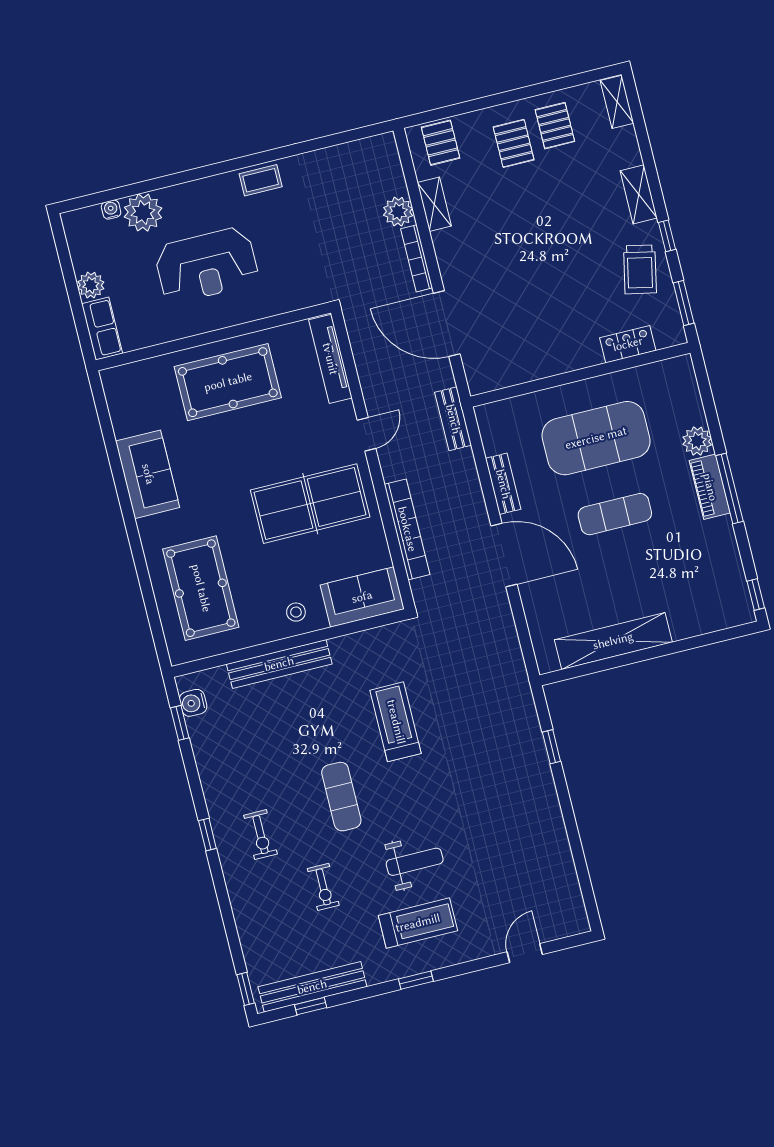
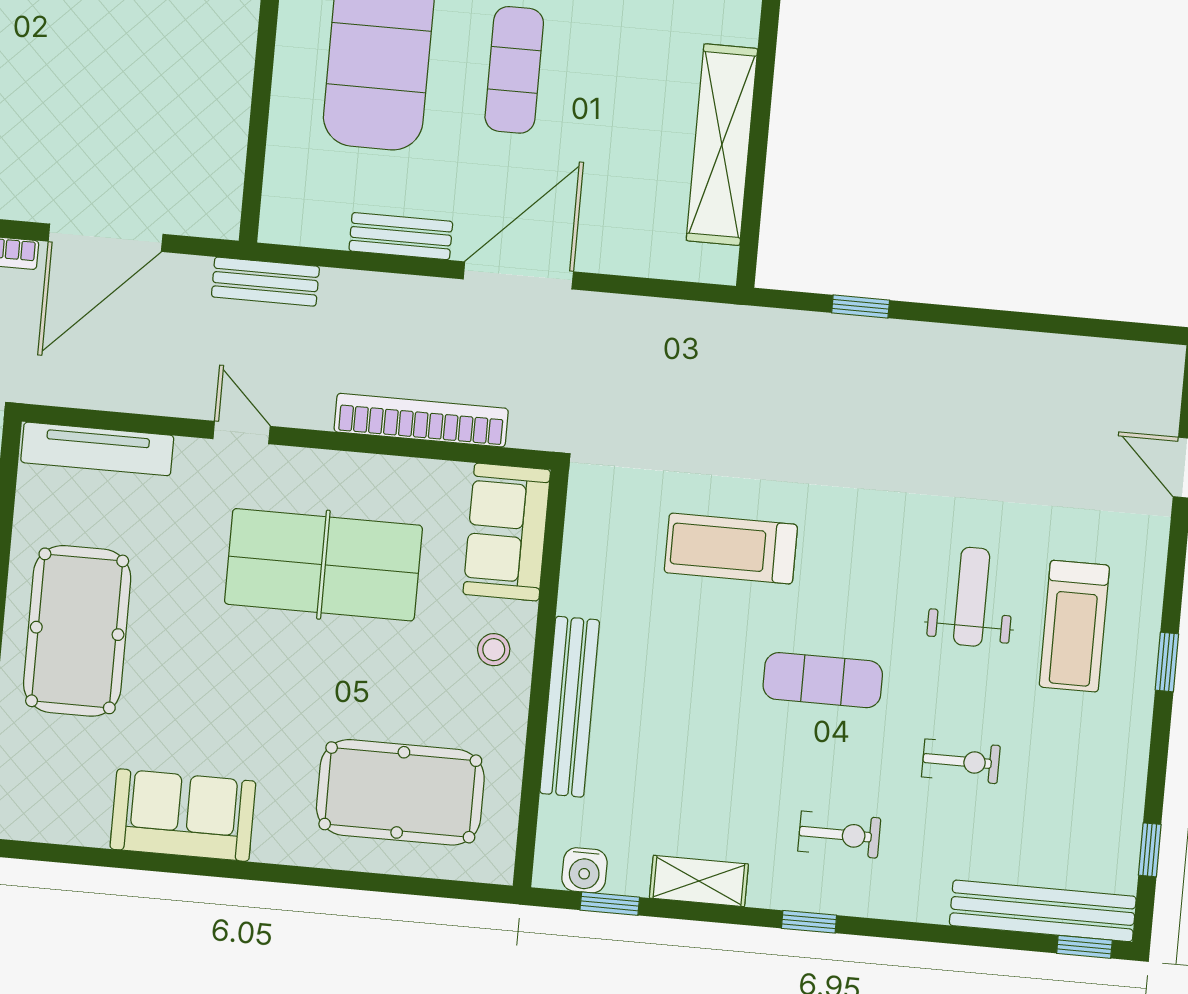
table tennis table: (310, 504) -> (323, 565), turned 90
shelving: (209, 767) -> (699, 881), added
treadmill: (418, 923) -> (1074, 626), turned 180
bench: (312, 987) -> (1043, 911), moved, turned 90

